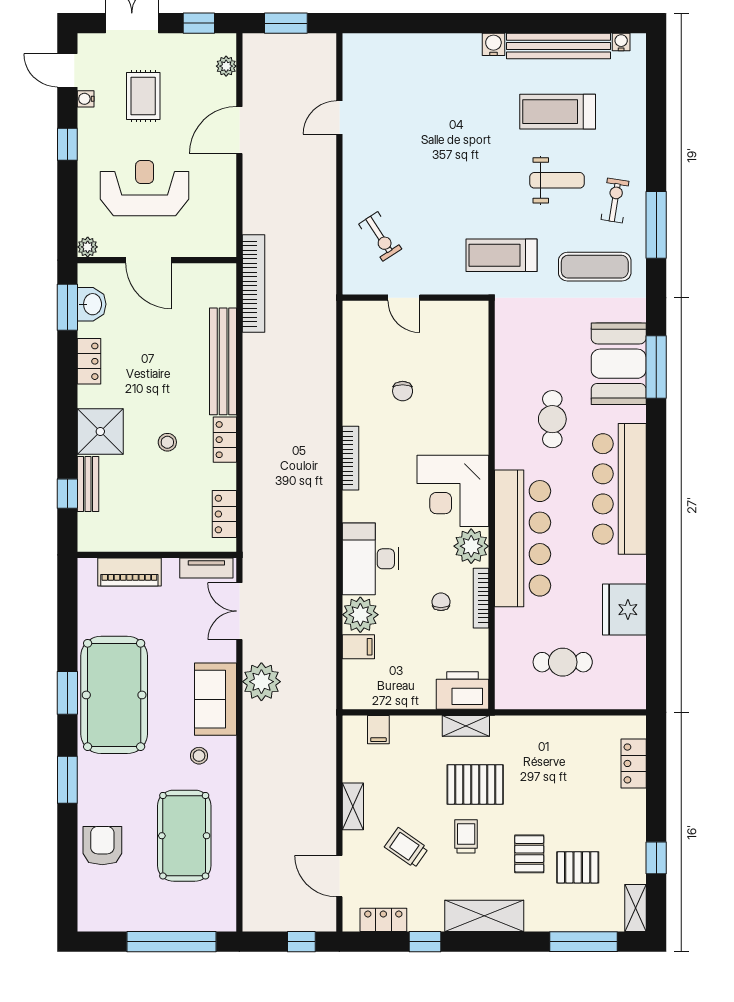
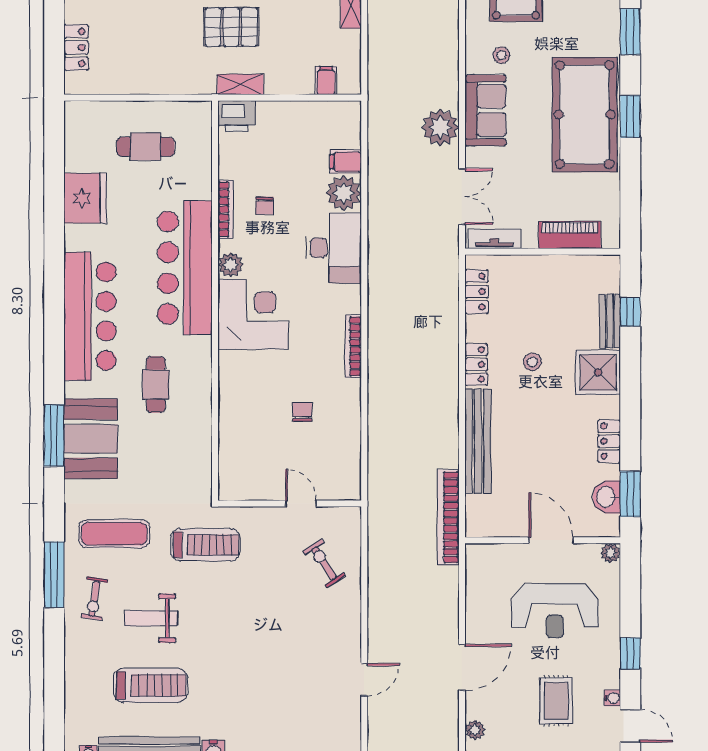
plant: (471, 546) -> (231, 265), width x0.73, depth x0.73
printer: (462, 690) -> (237, 116), width x0.73, depth x0.84

